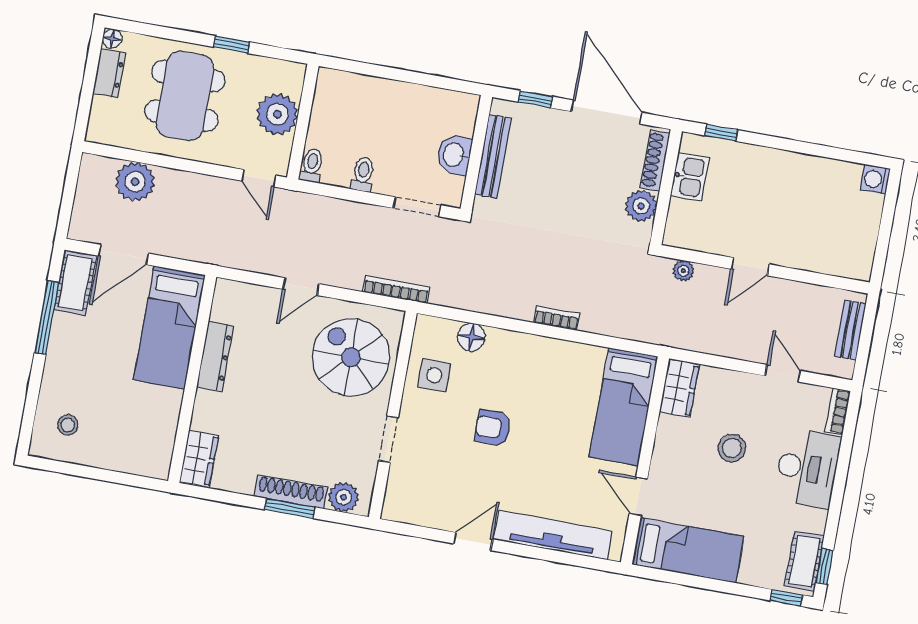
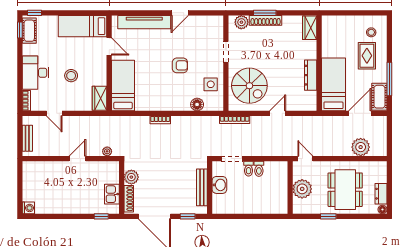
toilet: (312, 165) -> (249, 169), moved
rug: (86, 376) -> (367, 56), added

